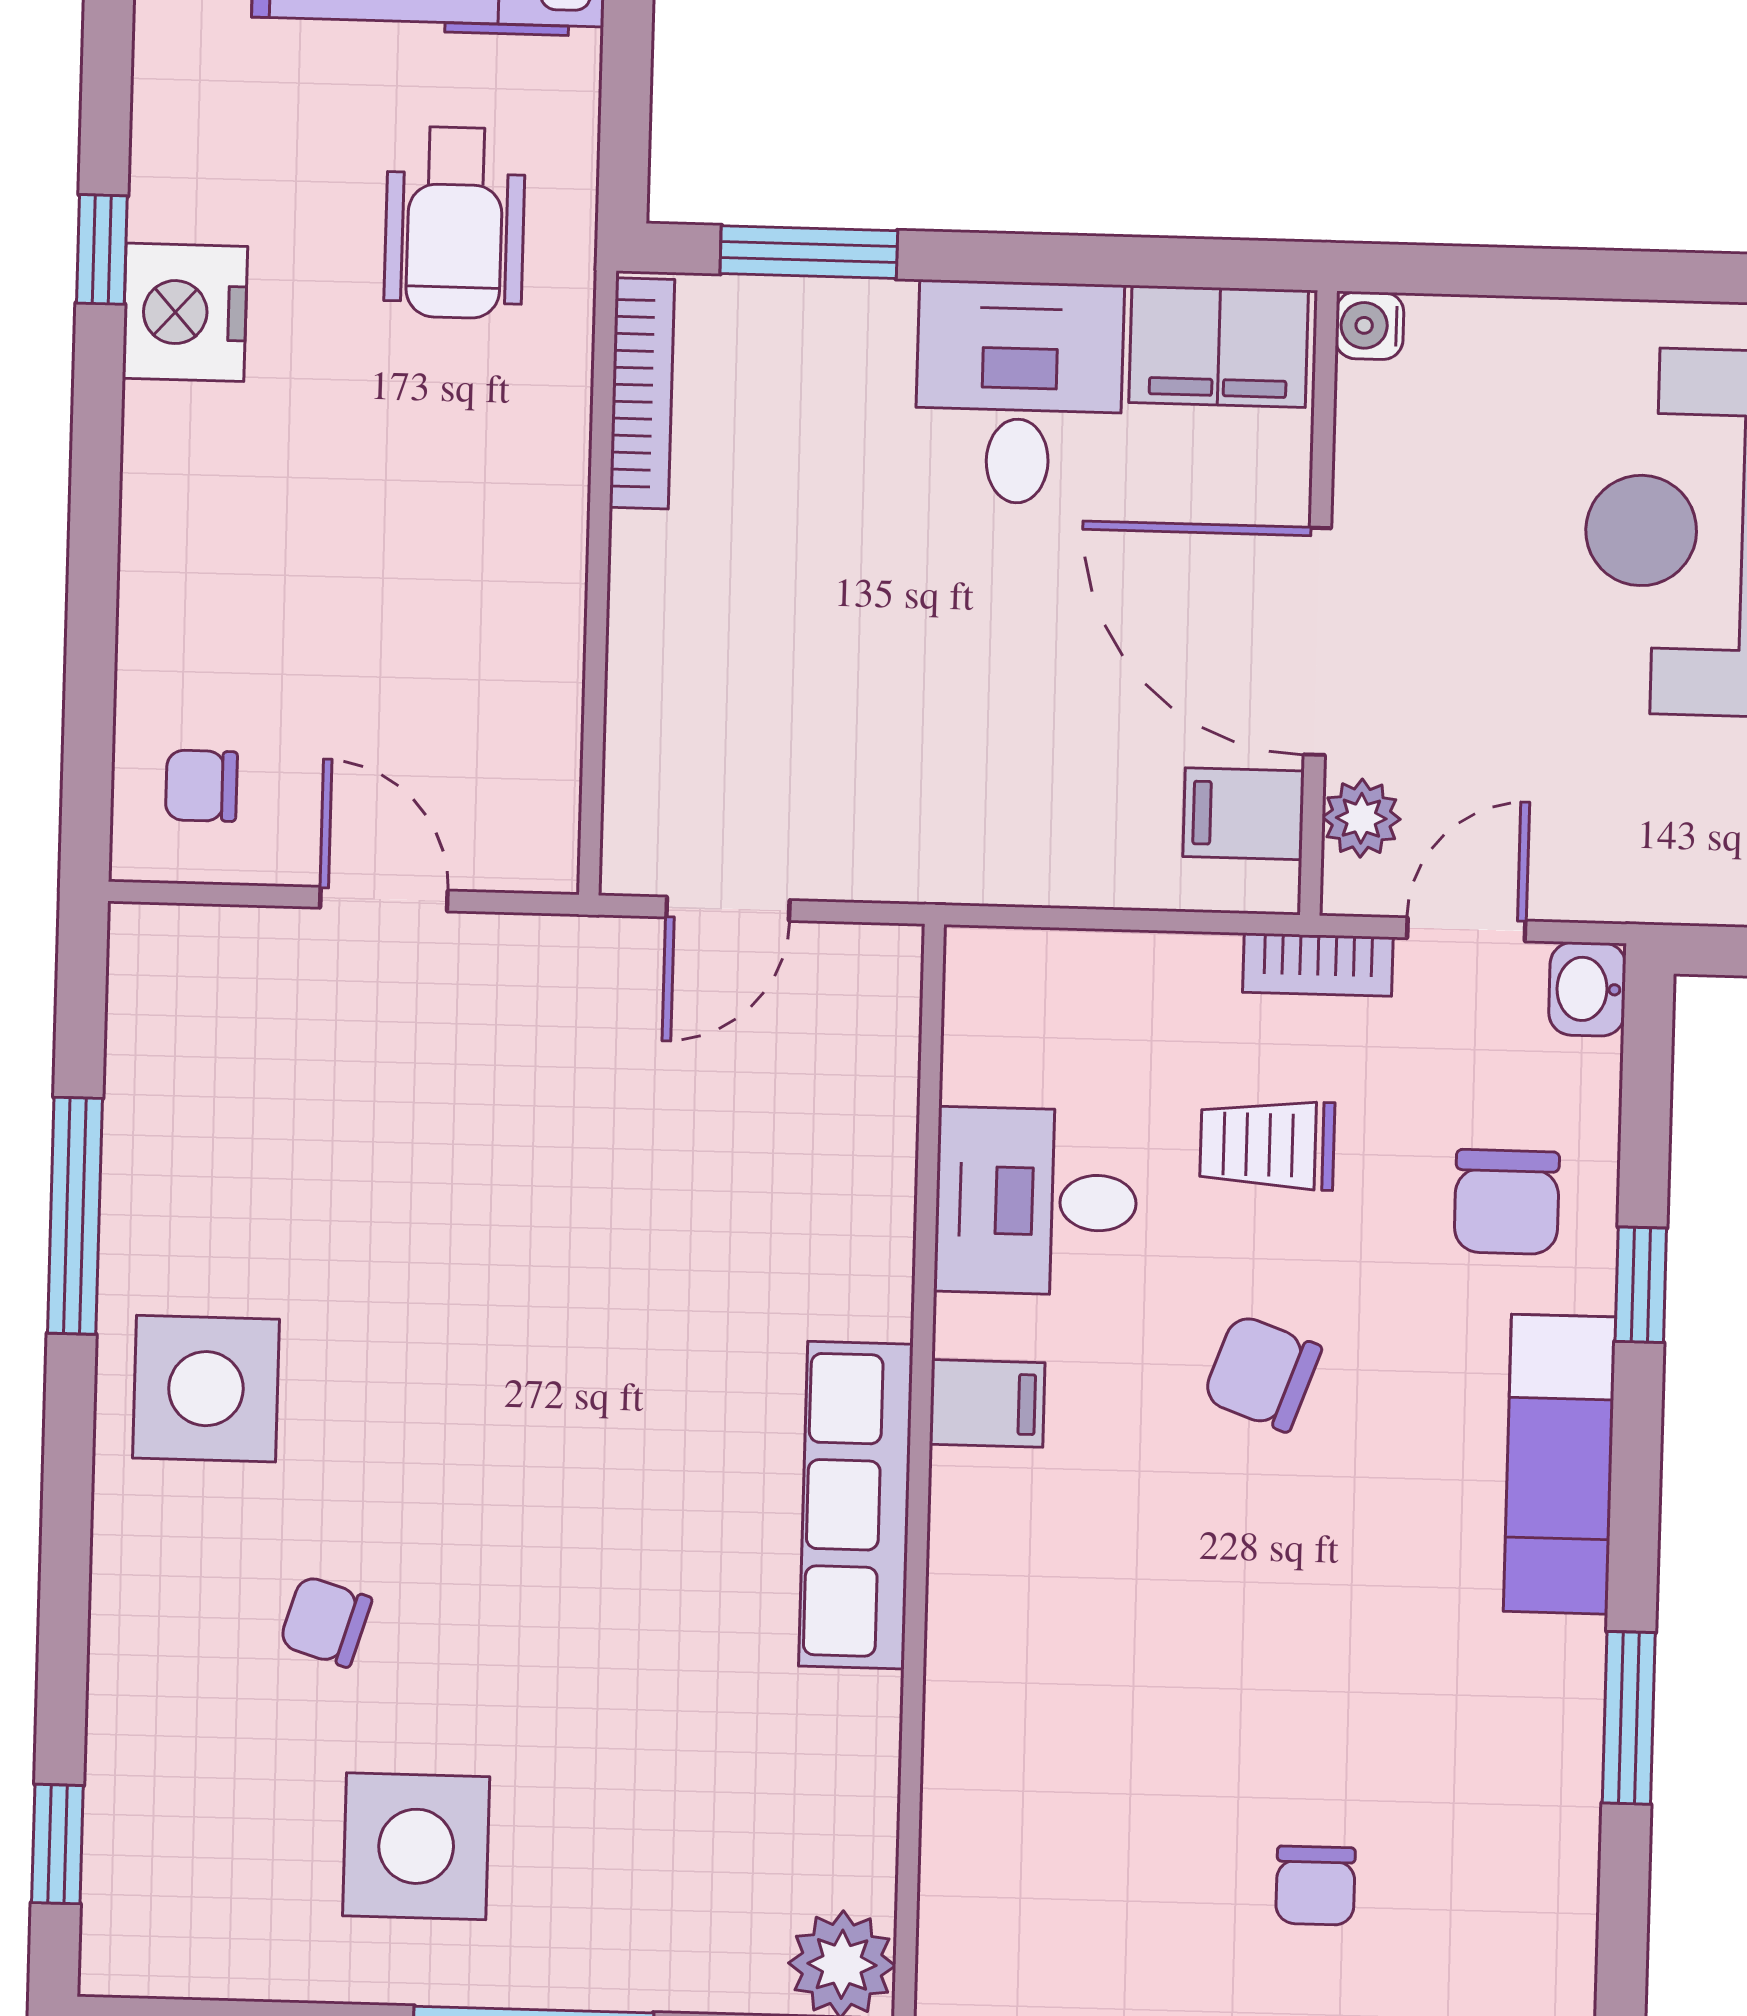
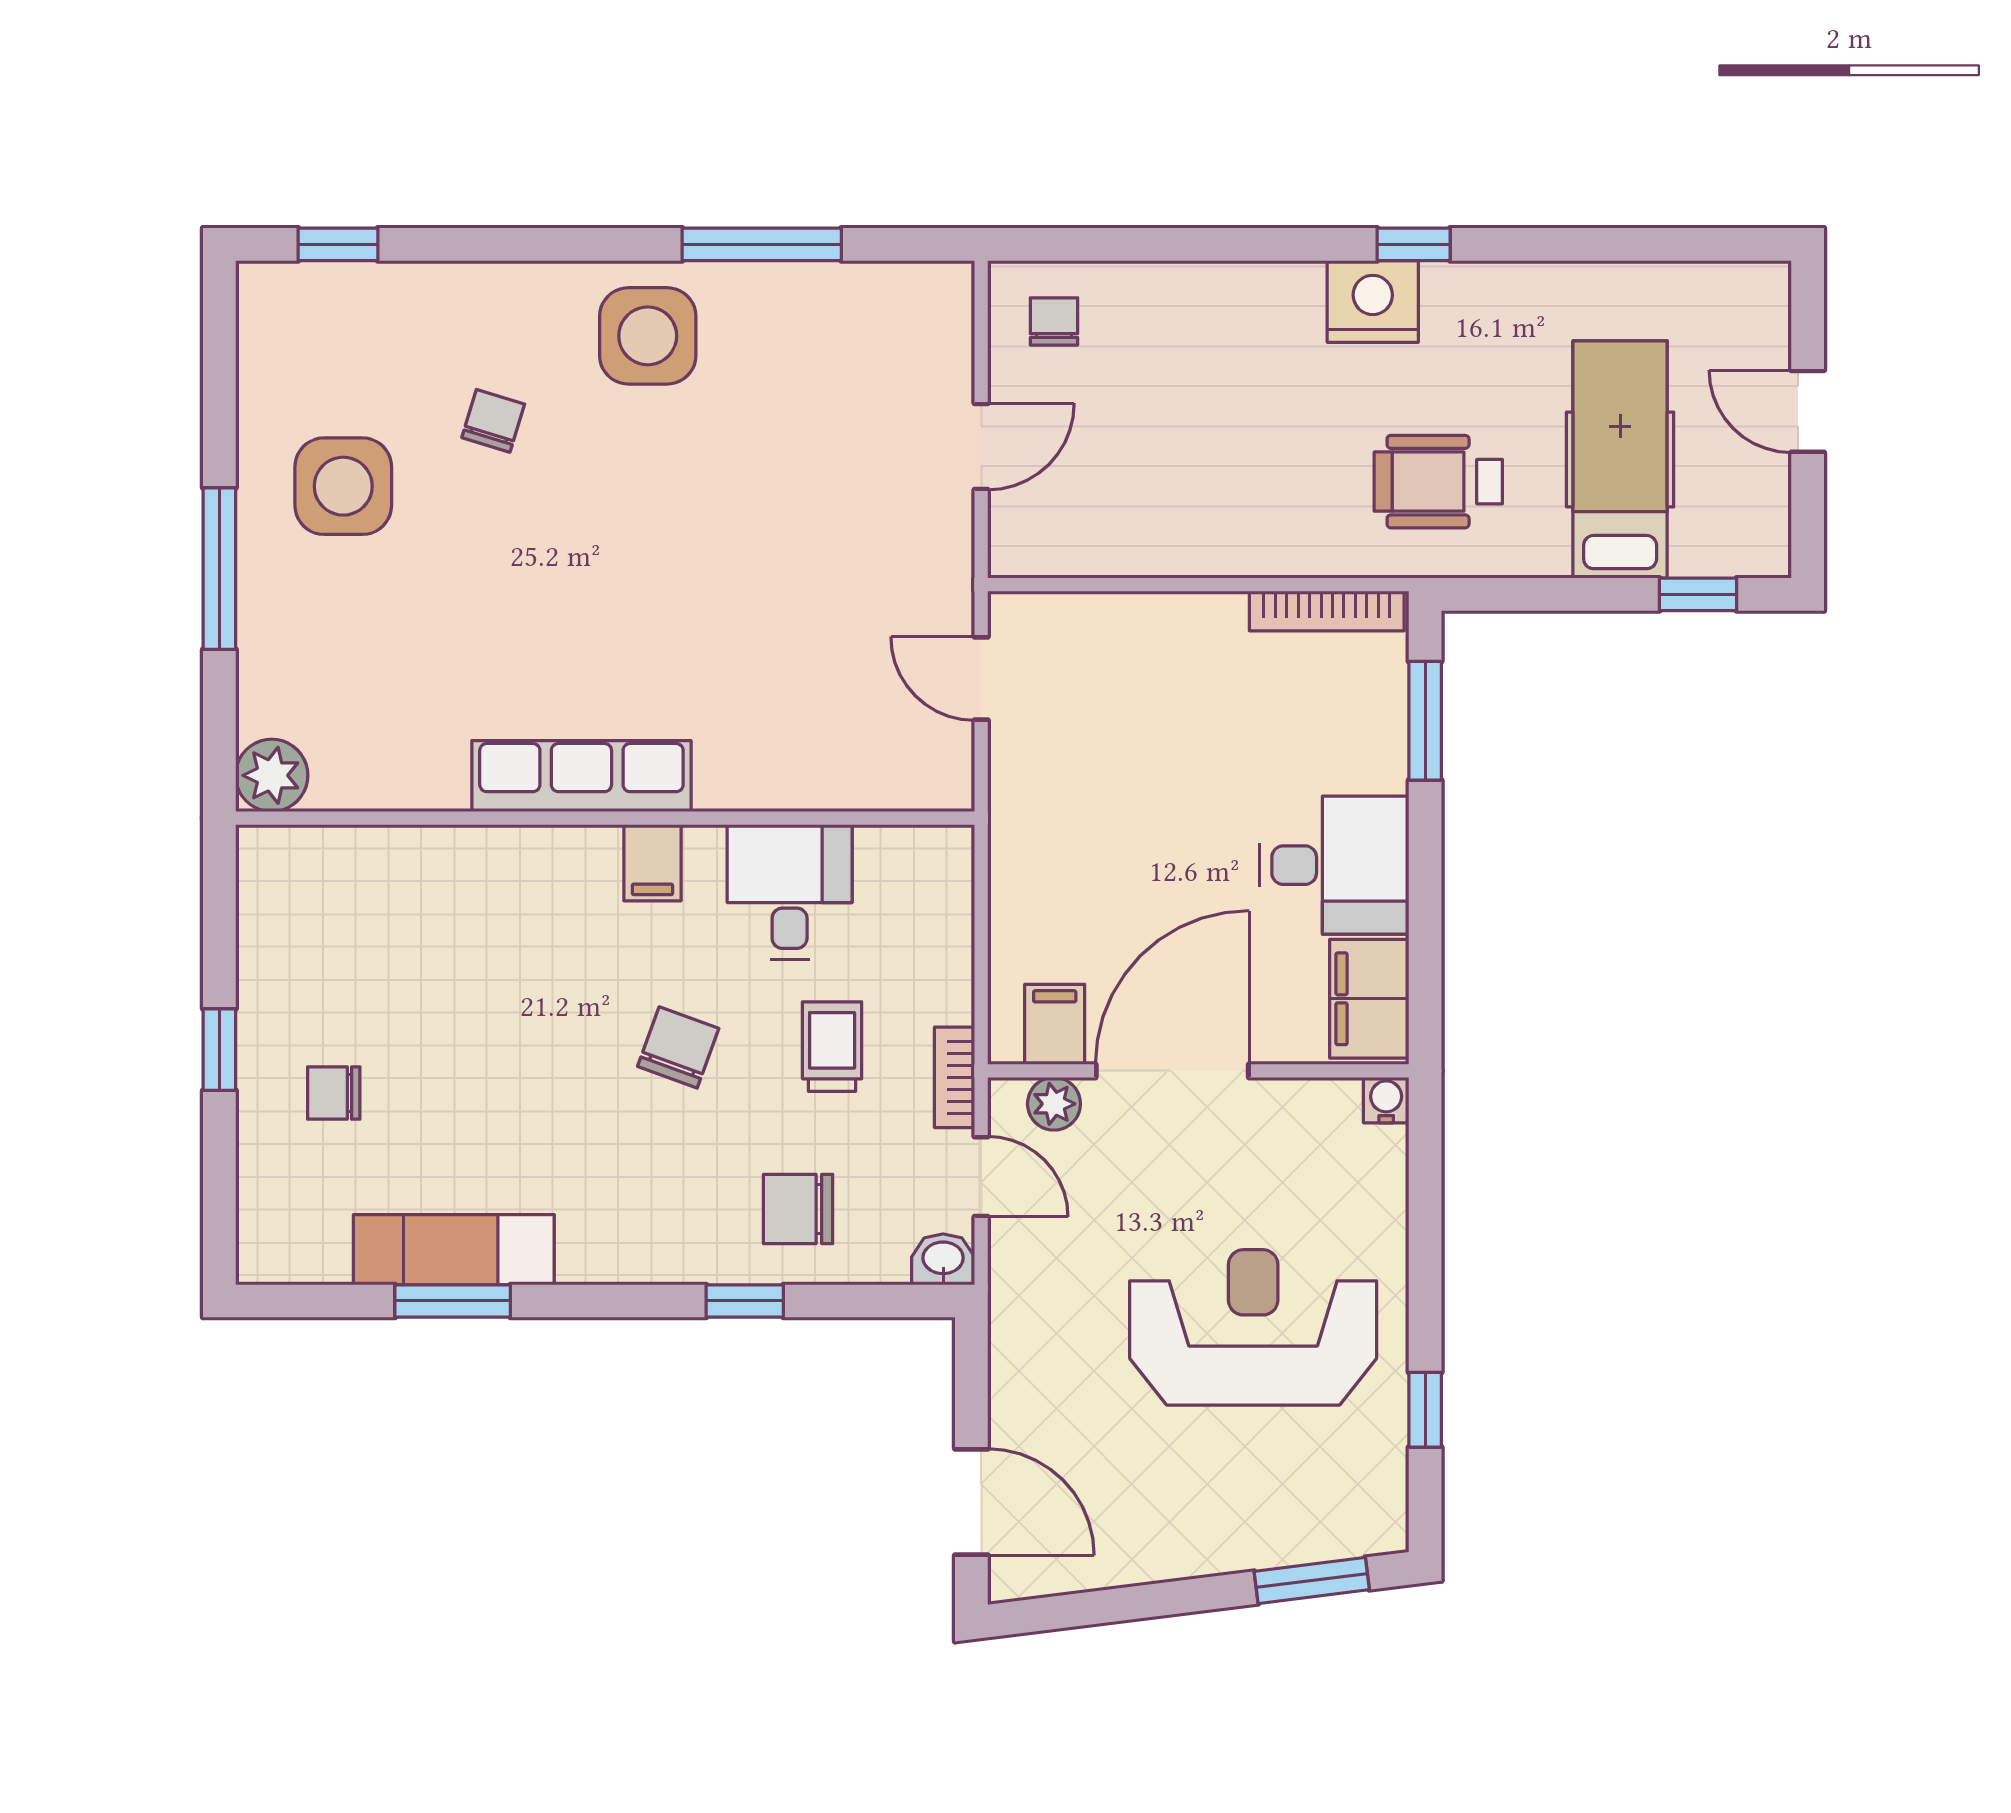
exam couch: (1560, 1464) -> (454, 1250), moved

